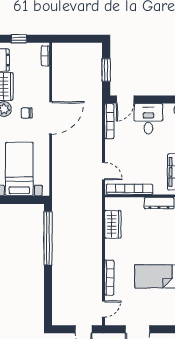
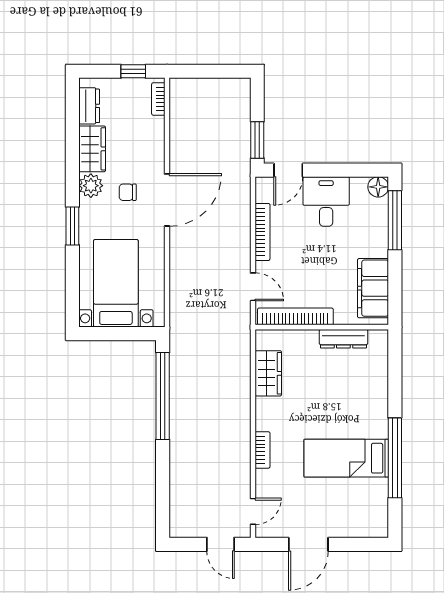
window: (19, 39) -> (133, 71), moved
window: (106, 70) -> (257, 140), moved
bookcase: (109, 121) -> (262, 232), moved
bookcase: (109, 278) -> (262, 450), width x0.64

